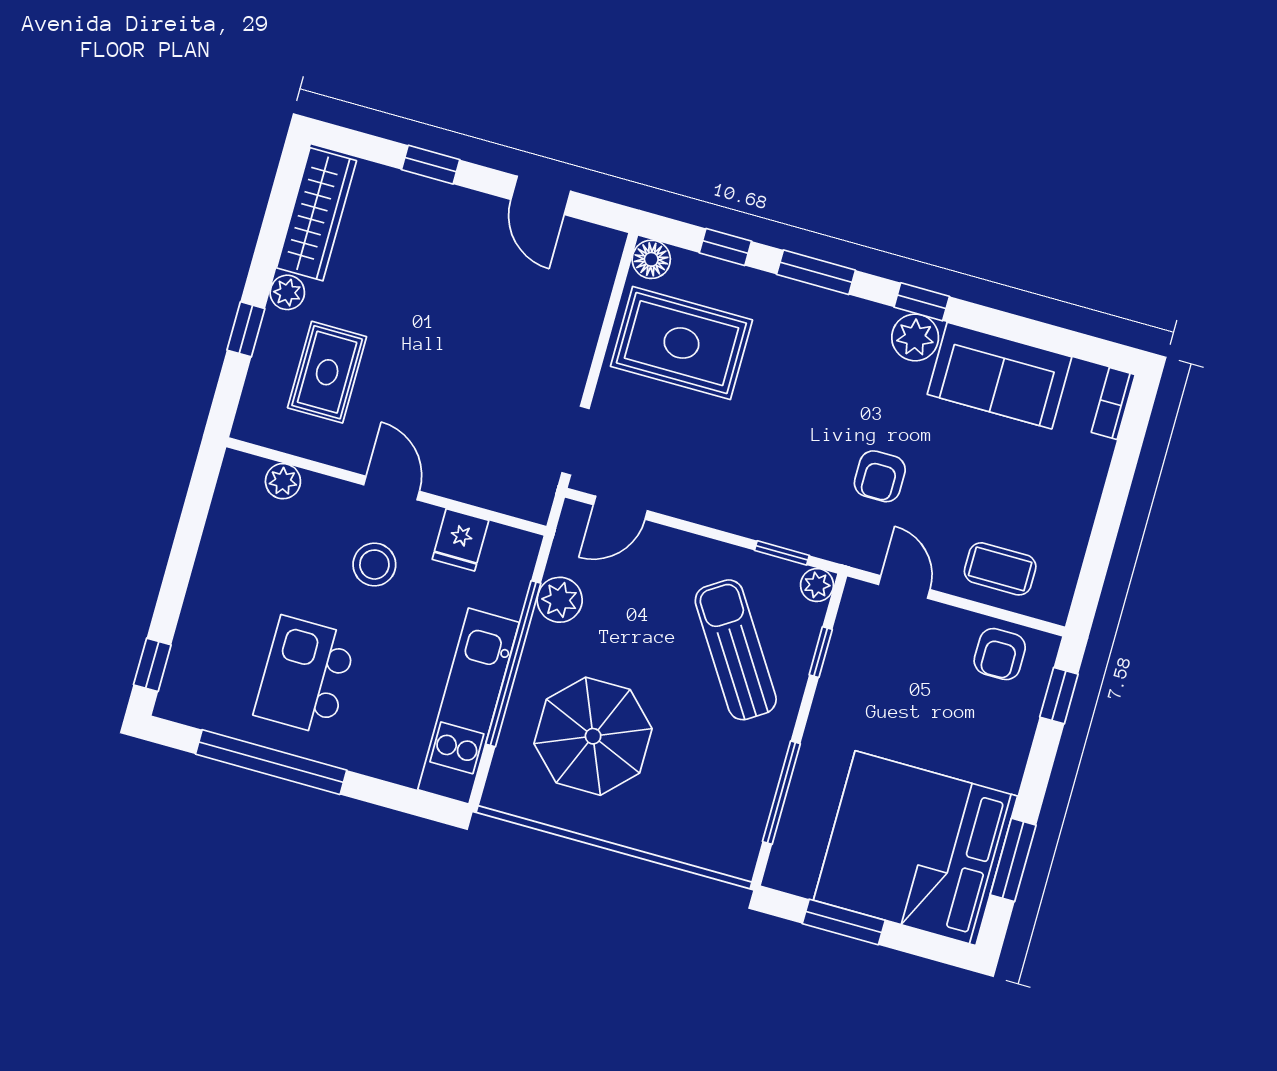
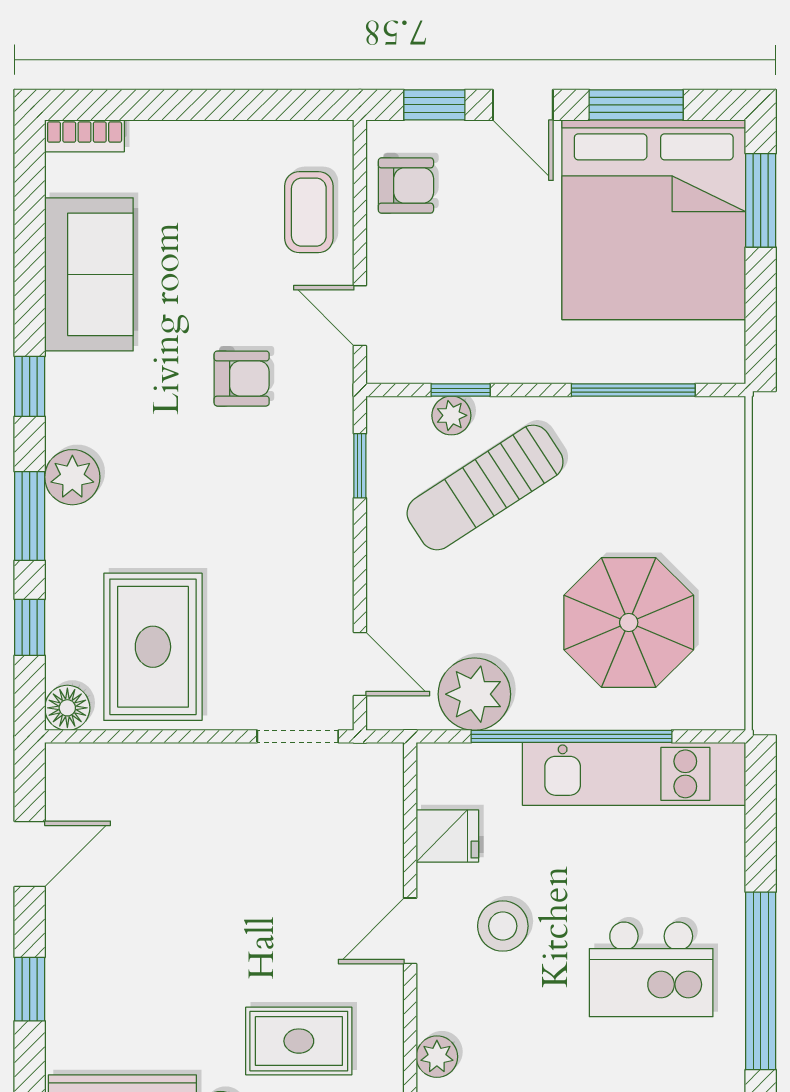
plant: (915, 337) -> (72, 477), moved
plant: (817, 585) -> (451, 415), moved
door: (904, 587) -> (360, 316), hinge flipped
plant: (560, 600) -> (474, 694), width x1.36, depth x1.36
door: (1039, 768) -> (523, 105), added
window: (844, 922) -> (761, 200), moved

